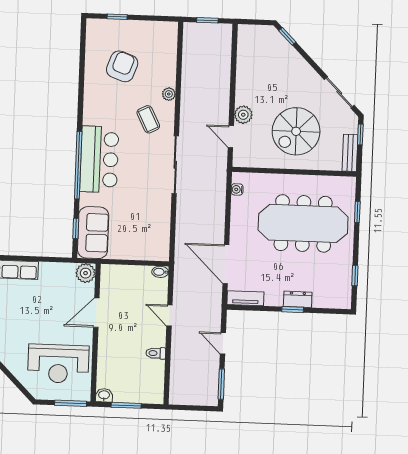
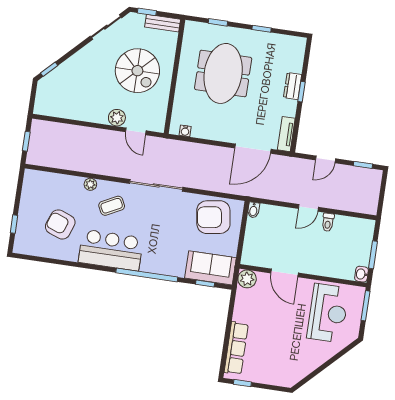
door: (231, 137) -> (136, 131), hinge flipped
bar counter: (99, 159) -> (111, 250), moved
meeting table: (303, 223) -> (223, 73), width x0.73
armchair: (148, 230) -> (213, 217), added
window: (355, 276) -> (262, 29), moved
door: (169, 316) -> (308, 208), moved
window: (221, 384) -> (363, 165), width x0.67

